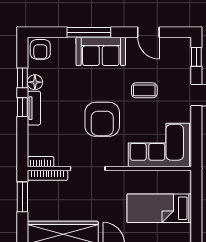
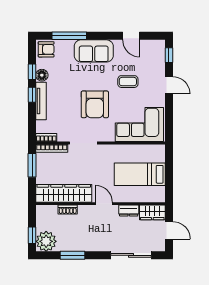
window: (89, 32) -> (69, 36), moved
armchair: (40, 49) -> (46, 49), turned -90
tv unit: (34, 108) -> (41, 101), width x1.41

